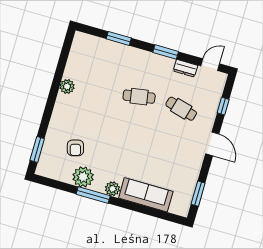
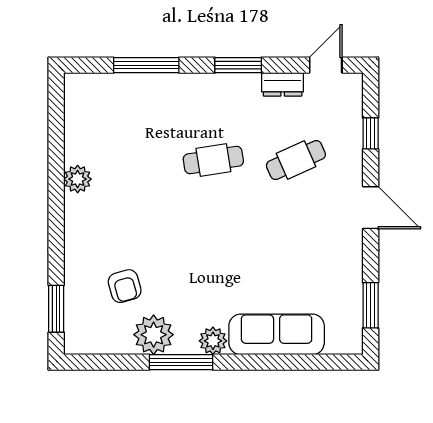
window: (119, 38) -> (146, 65), width x1.44
cafe table: (181, 109) -> (296, 160), turned -39

